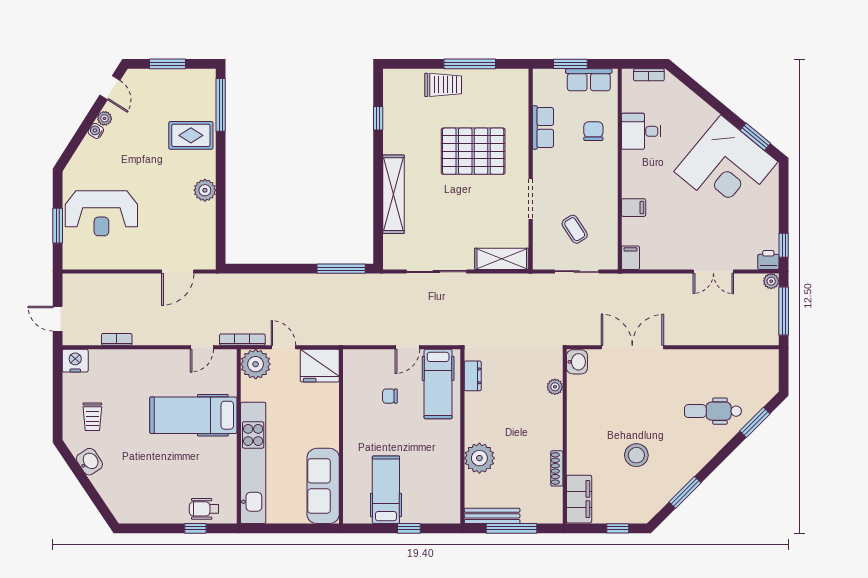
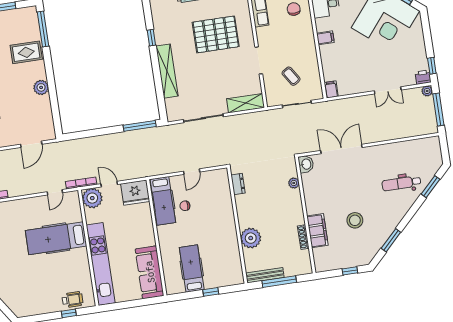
window: (378, 118) -> (151, 38), moved
filing cabinet: (634, 208) -> (325, 38), moved
hospital bed: (438, 384) -> (163, 201), moved
filing cabinet: (579, 499) -> (317, 231), moved
wheelchair: (204, 509) -> (73, 300), turned 180

